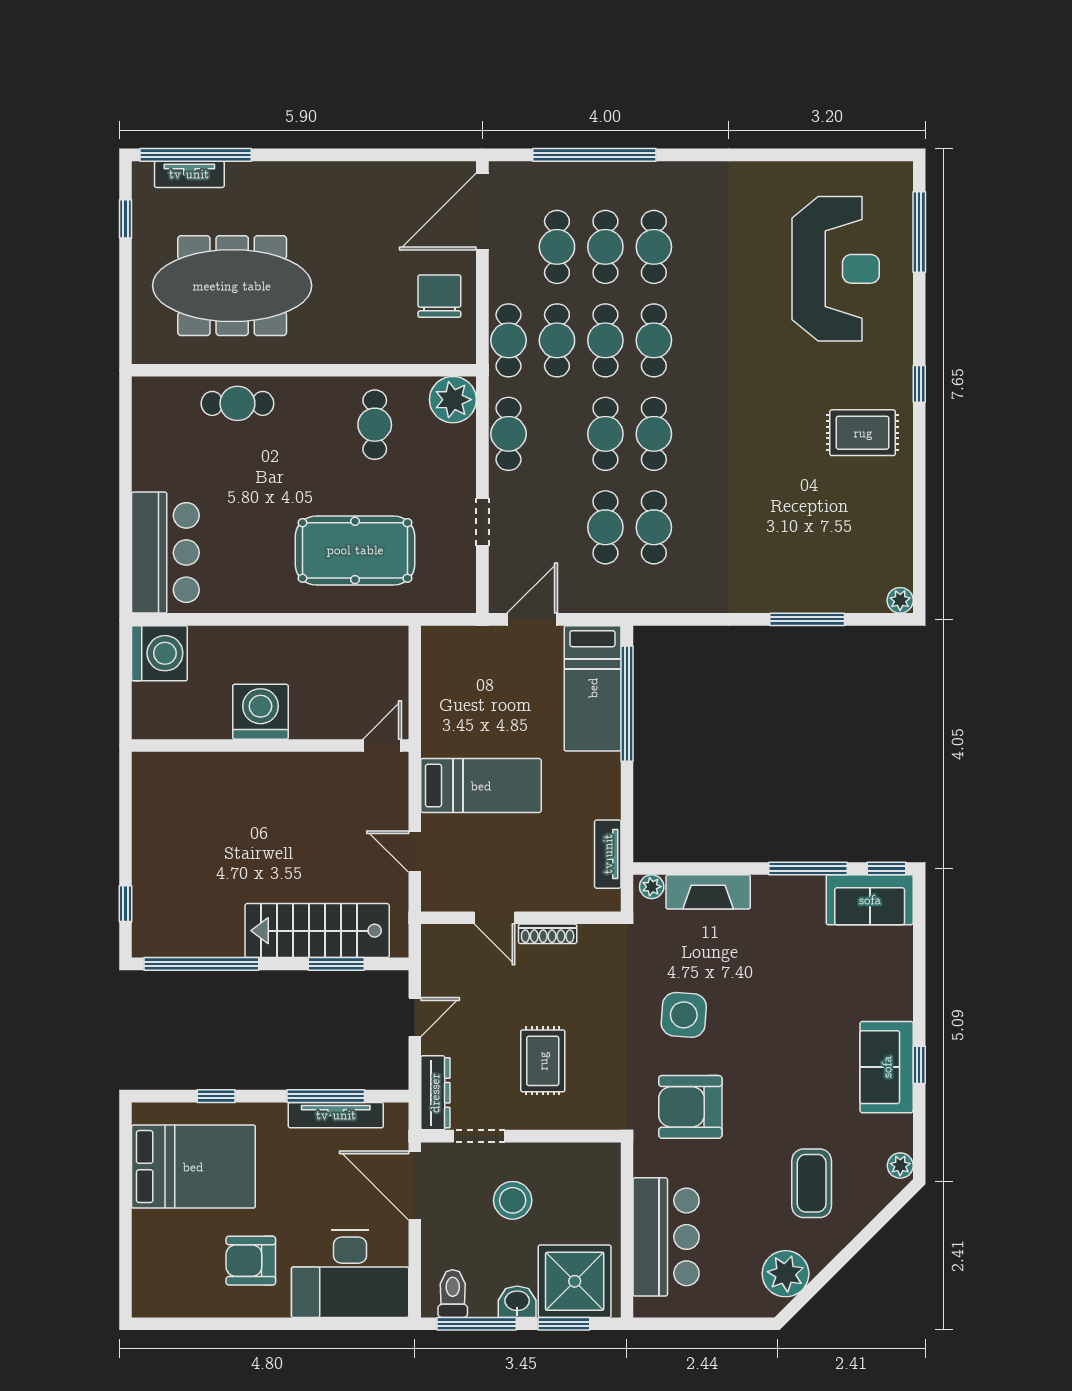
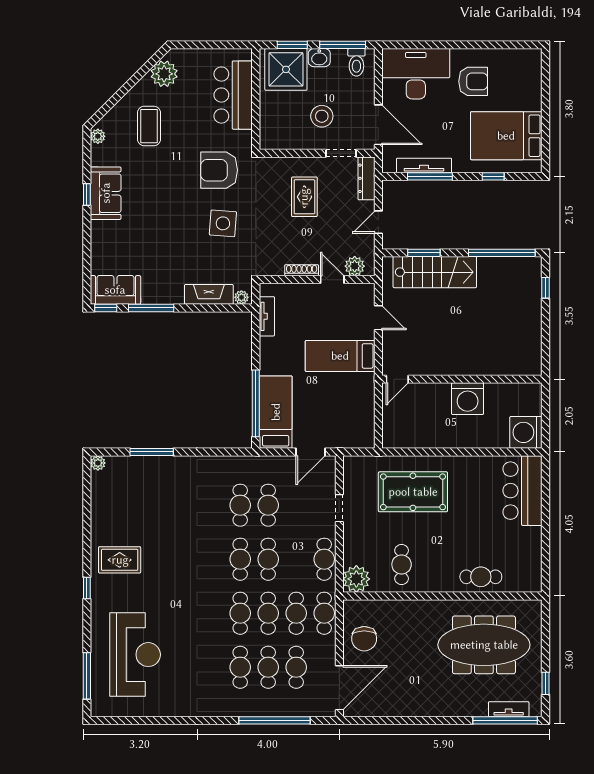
reception desk: (836, 269) -> (135, 655), turned 180
plant: (456, 941) -> (355, 266), added
armchair: (690, 1107) -> (219, 170), turned 180

